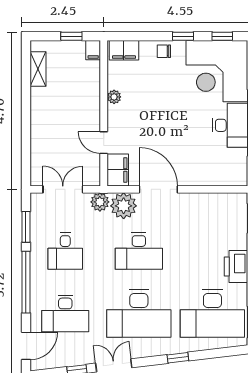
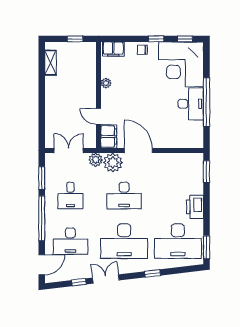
filing cabinet: (93, 50) -> (91, 49), removed

